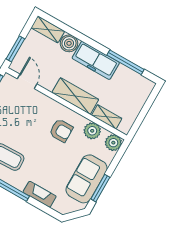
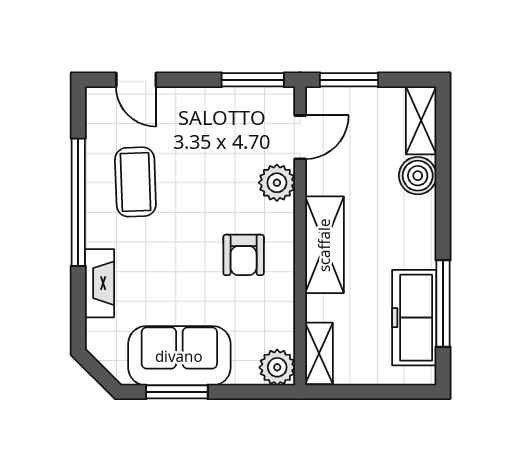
freezer: (96, 60) -> (414, 318), moved
shelving: (107, 117) -> (319, 353), moved
plant: (92, 131) -> (277, 183), moved

